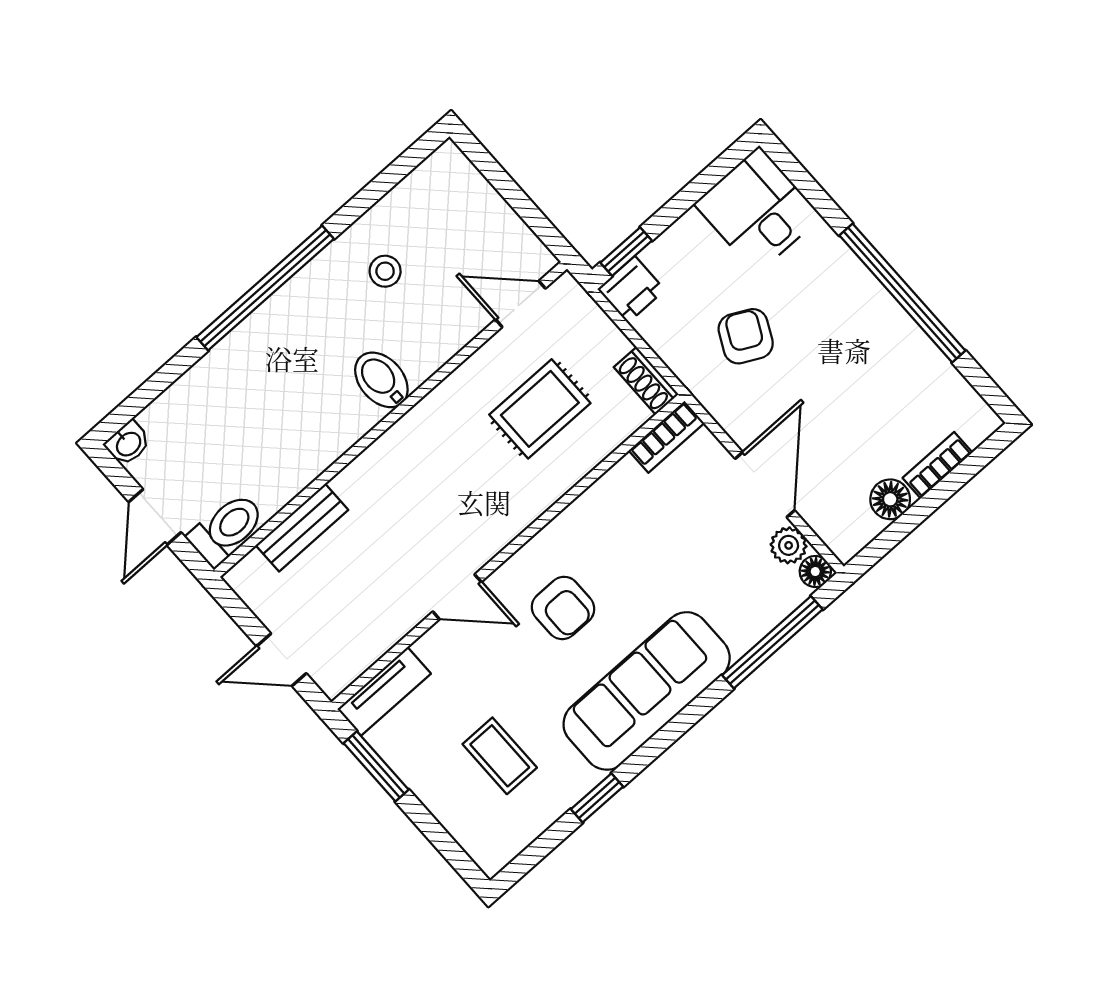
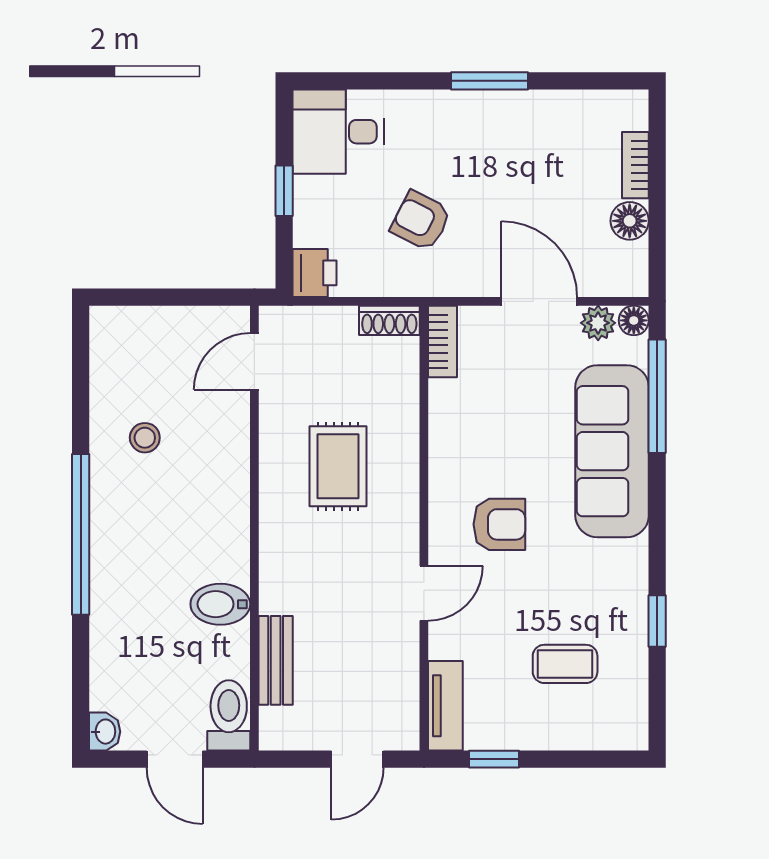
window: (626, 252) -> (284, 191), moved
window: (902, 293) -> (490, 81), width x0.47
bidet: (381, 380) -> (220, 604), moved
rug: (540, 409) -> (338, 466), moved
sofa: (647, 691) -> (612, 451), moved
window: (376, 766) -> (494, 759), width x0.67

